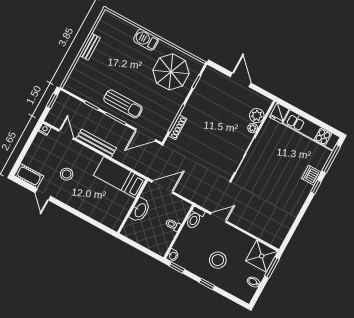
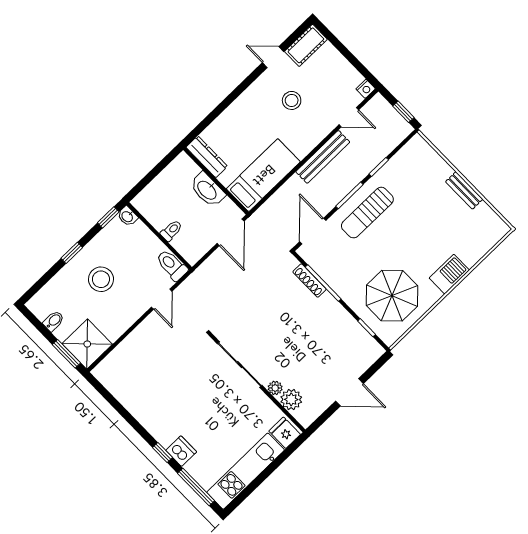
dresser: (119, 217) -> (207, 157), added

